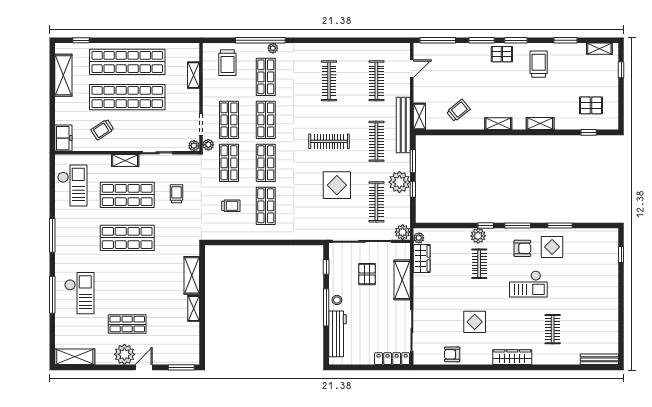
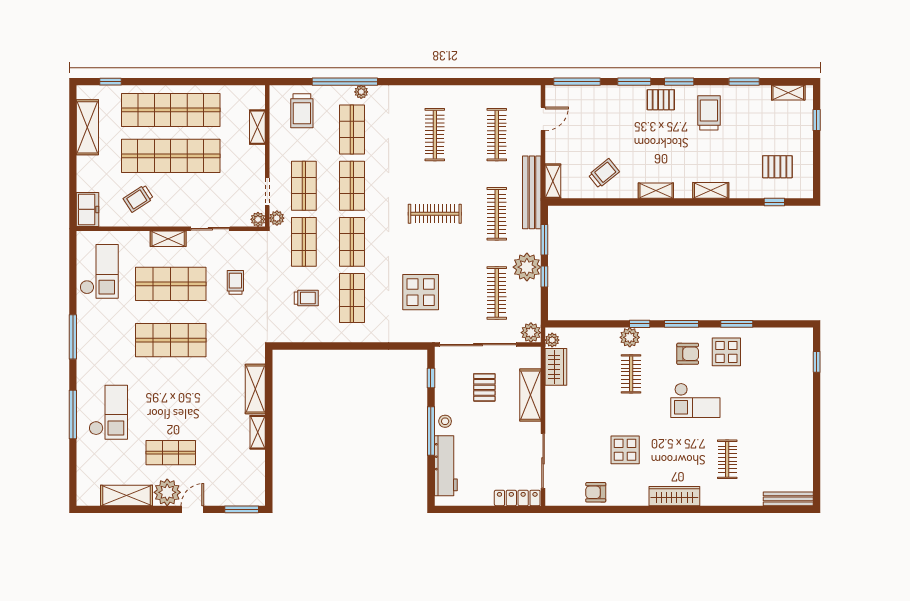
display table: (337, 185) -> (421, 292), moved
shelving: (75, 357) -> (126, 495), moved

